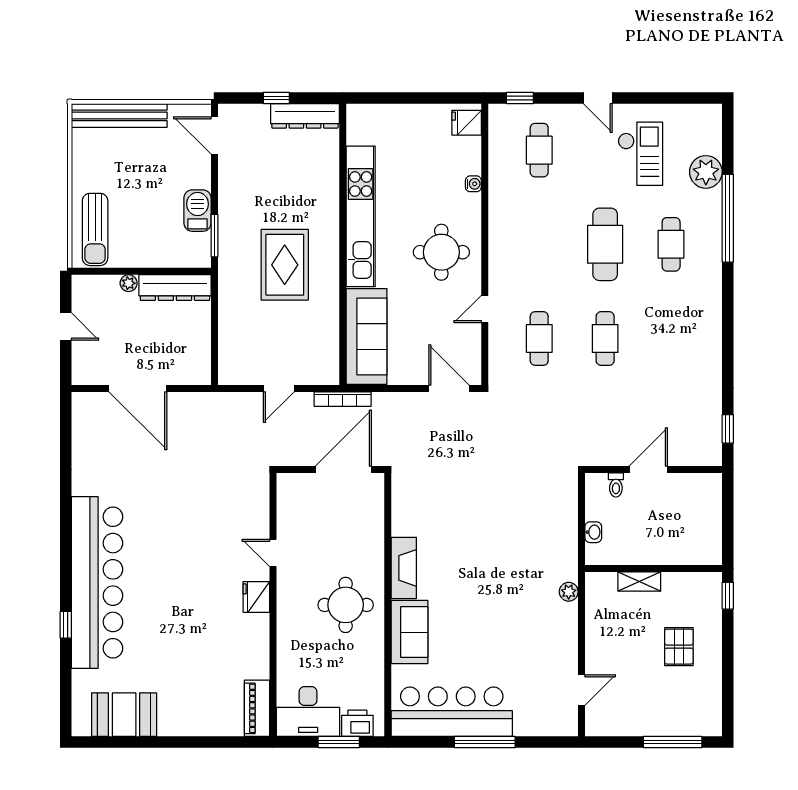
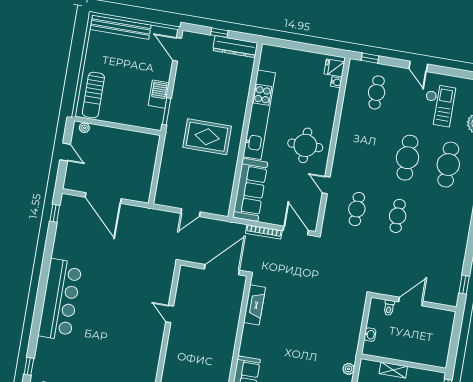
water cooler: (473, 184) -> (336, 82), moved
cafe table: (671, 244) -> (448, 165), width x1.37, depth x1.35
rug: (285, 265) -> (207, 137), turned 90
plant: (129, 283) -> (84, 128), moved
dresser: (175, 288) -> (137, 139), removed
door: (485, 309) -> (326, 185), hinge flipped
bookcase: (343, 399) -> (264, 232), moved
window: (66, 425) -> (55, 213), added
fireplace: (404, 568) -> (254, 305), moved
bar counter: (97, 582) -> (60, 300), width x0.73
fridge: (256, 597) -> (155, 339), removed
round table: (346, 605) -> (209, 354), removed
window: (66, 625) -> (29, 366), moved

